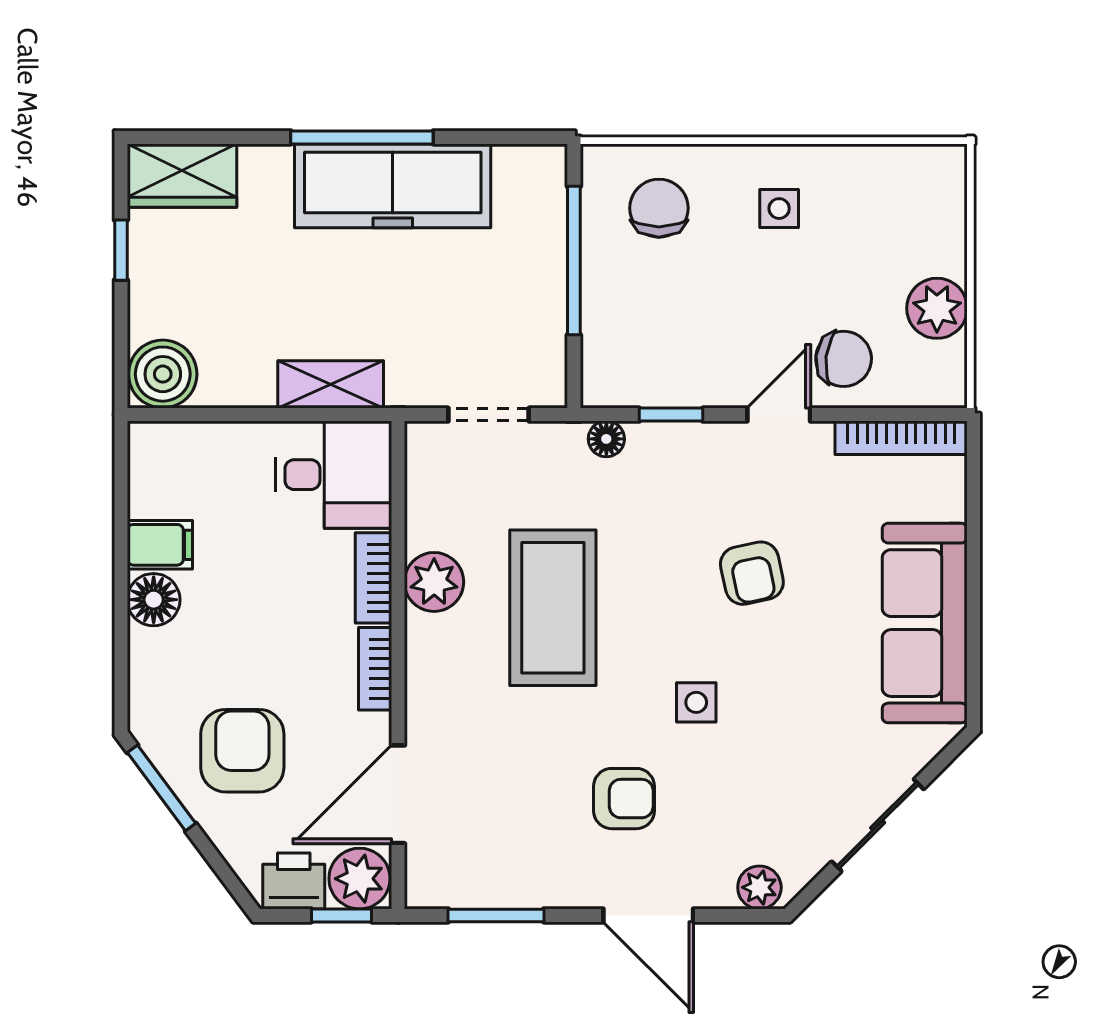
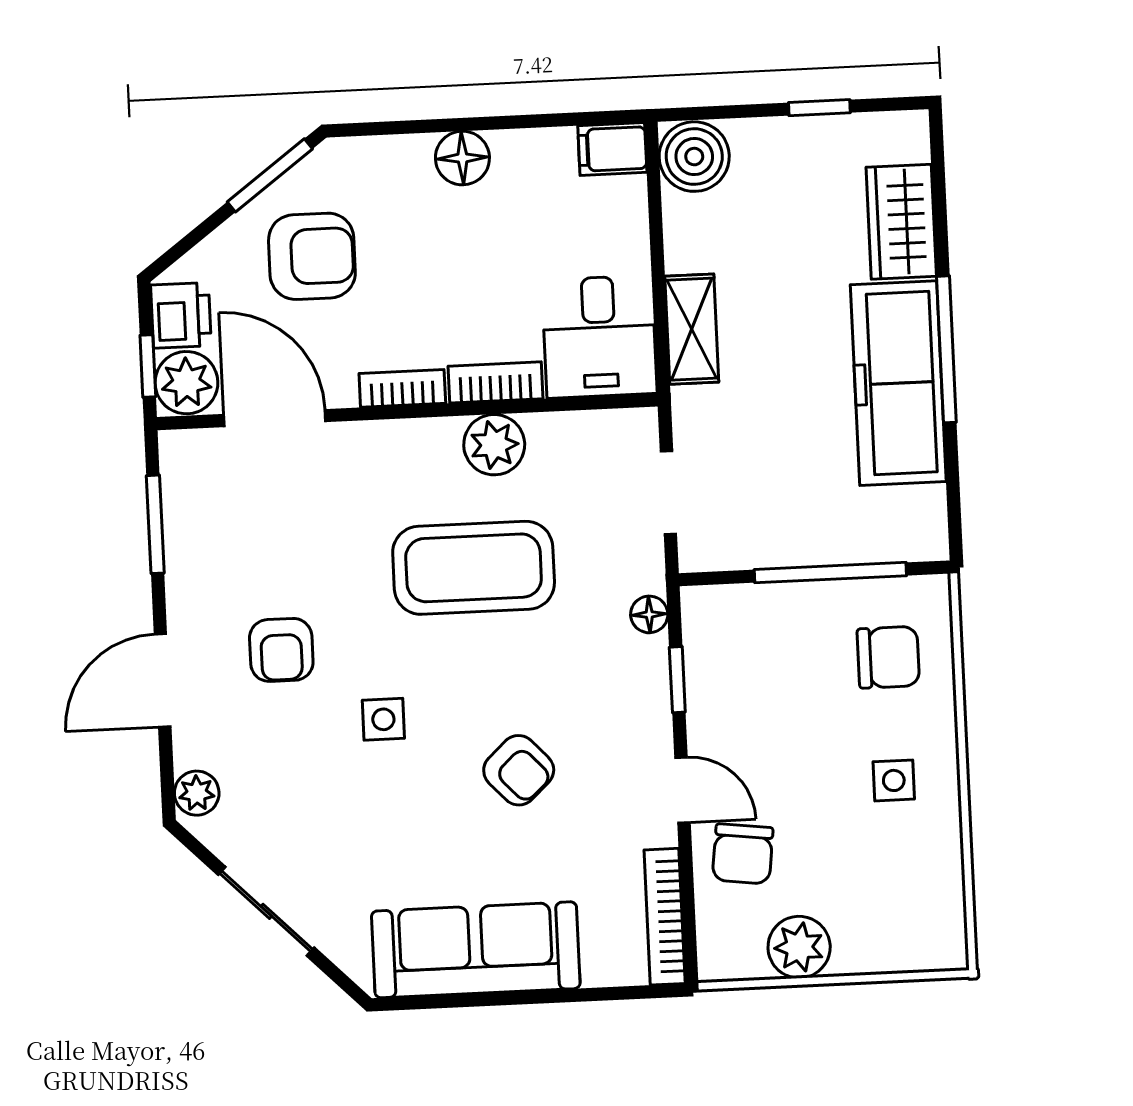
wardrobe: (182, 176) -> (901, 222), moved
filing cabinet: (160, 545) -> (612, 149), moved, turned 90
armchair: (752, 573) -> (519, 770), turned -121

